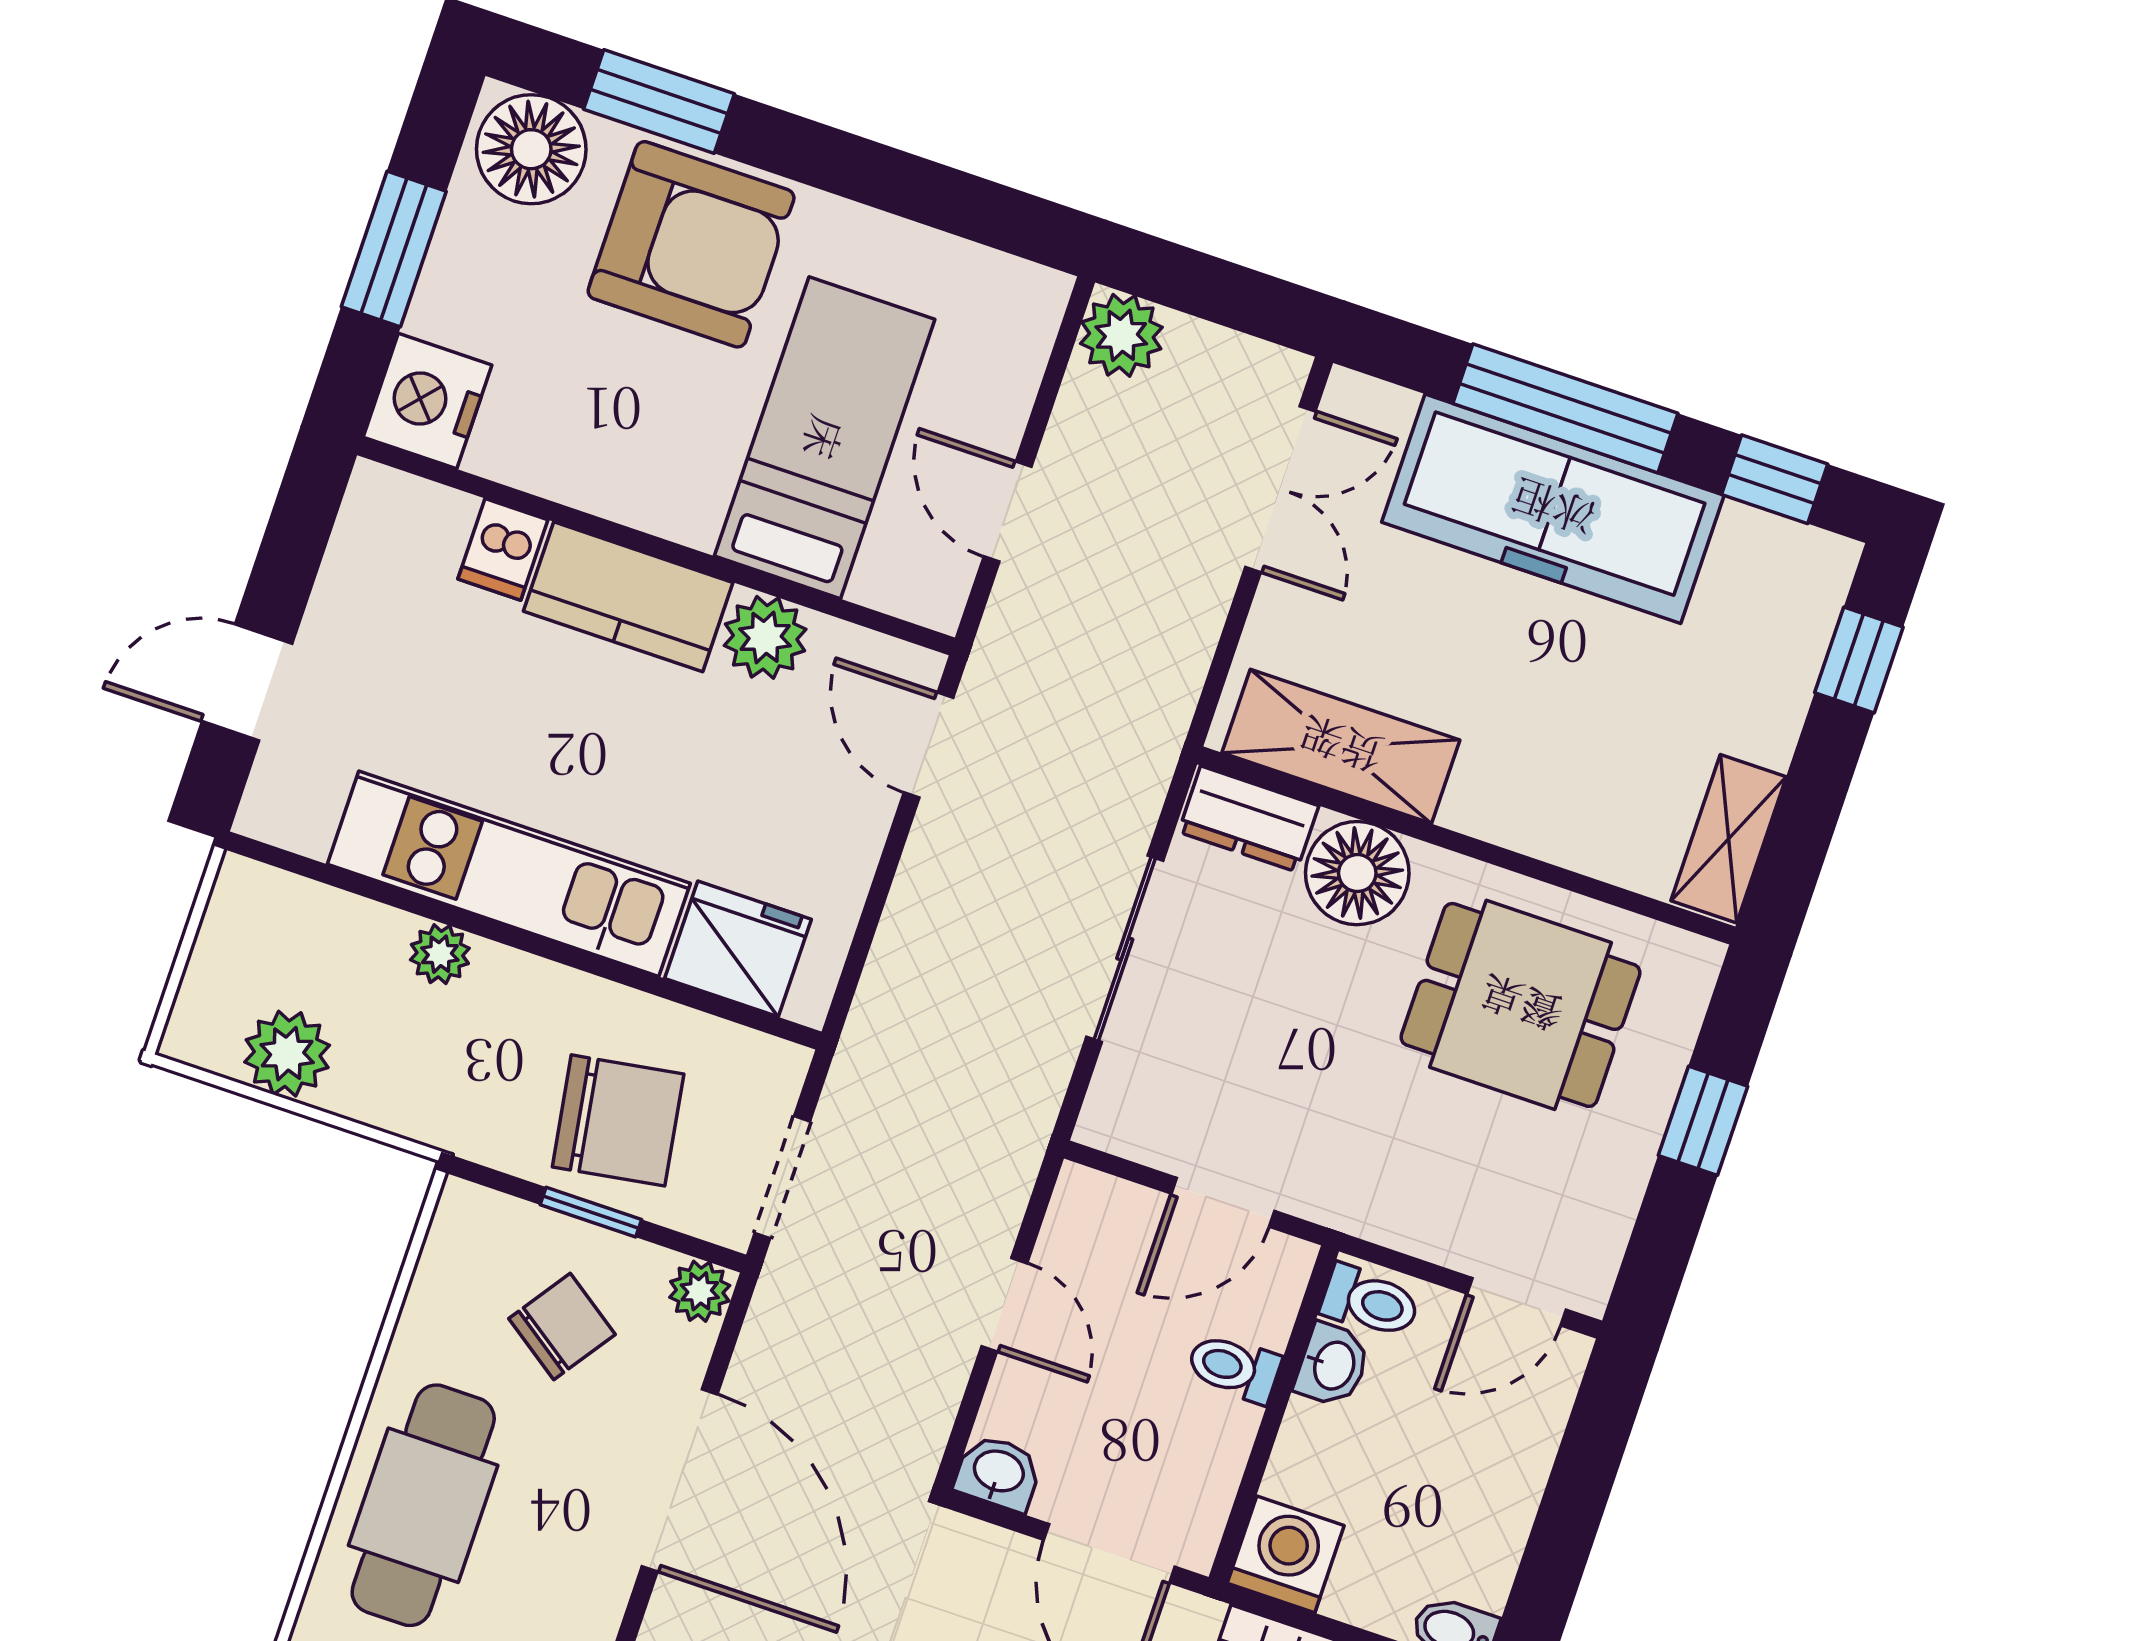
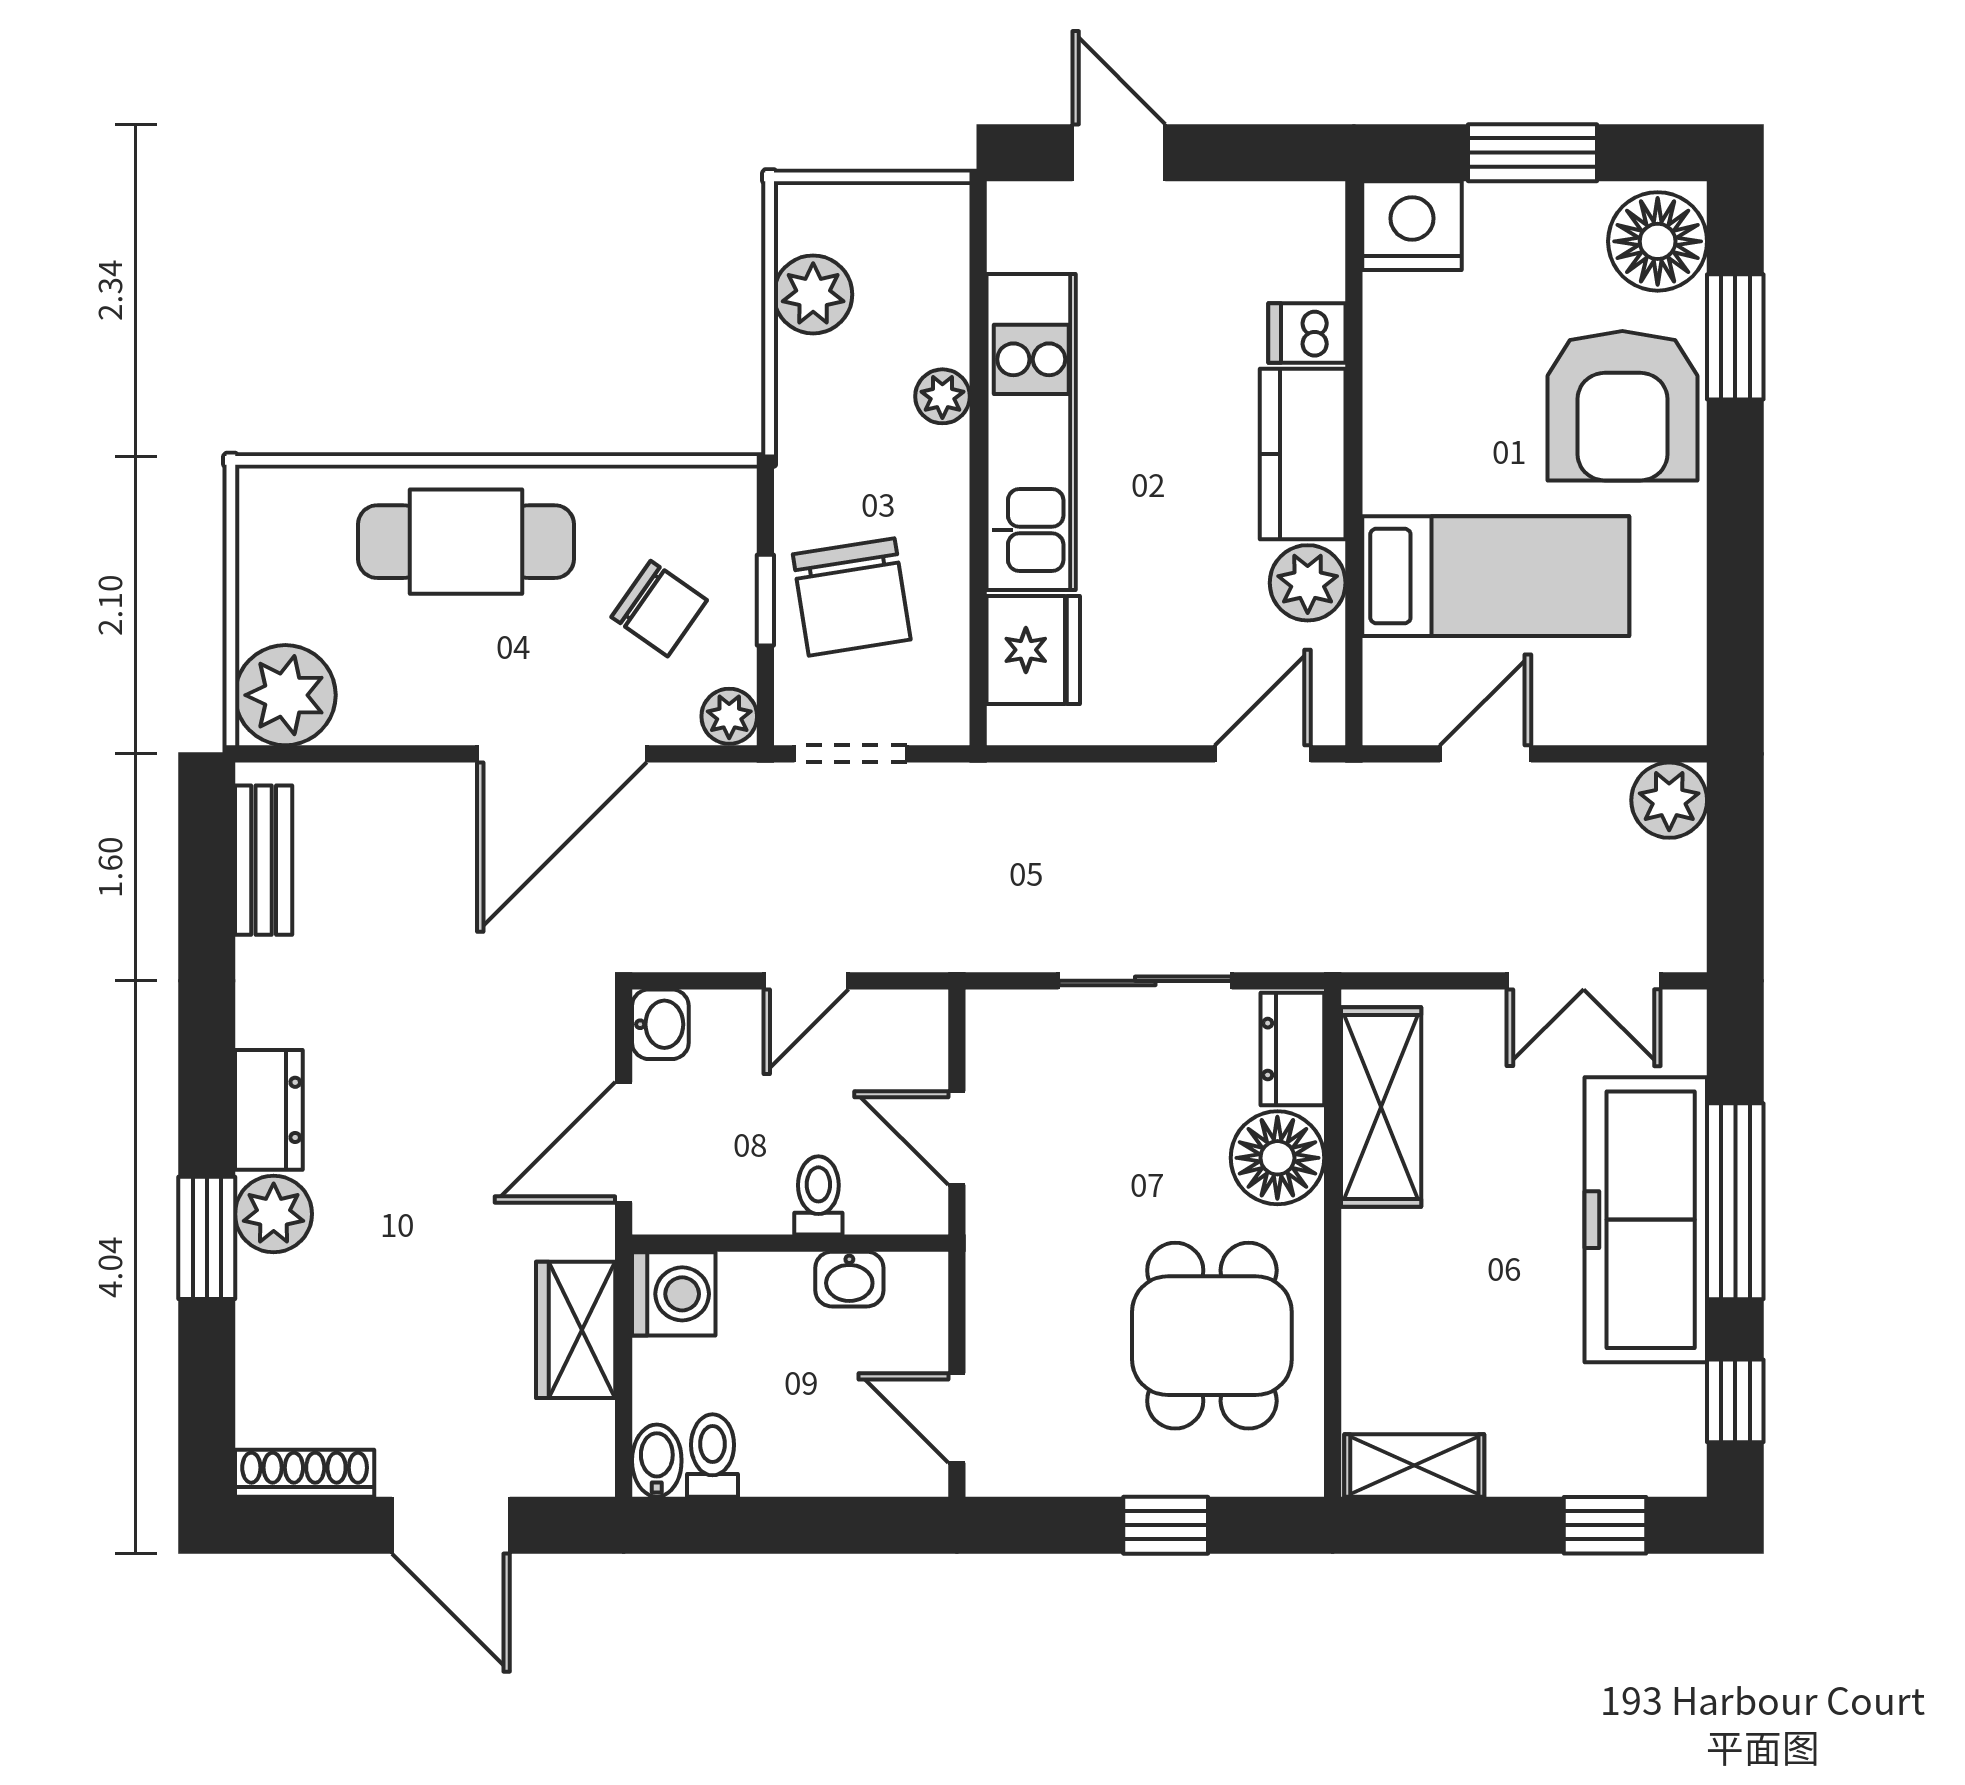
toilet: (1370, 1302) -> (713, 1456), moved, turned 180

